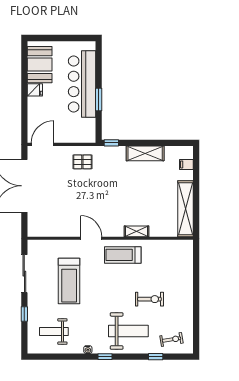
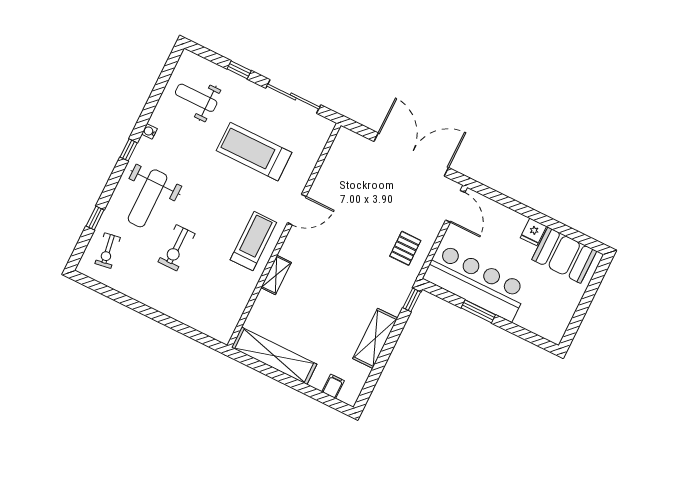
bar counter: (82, 84) -> (476, 282), moved
weight bench: (54, 332) -> (196, 98), turned -90

